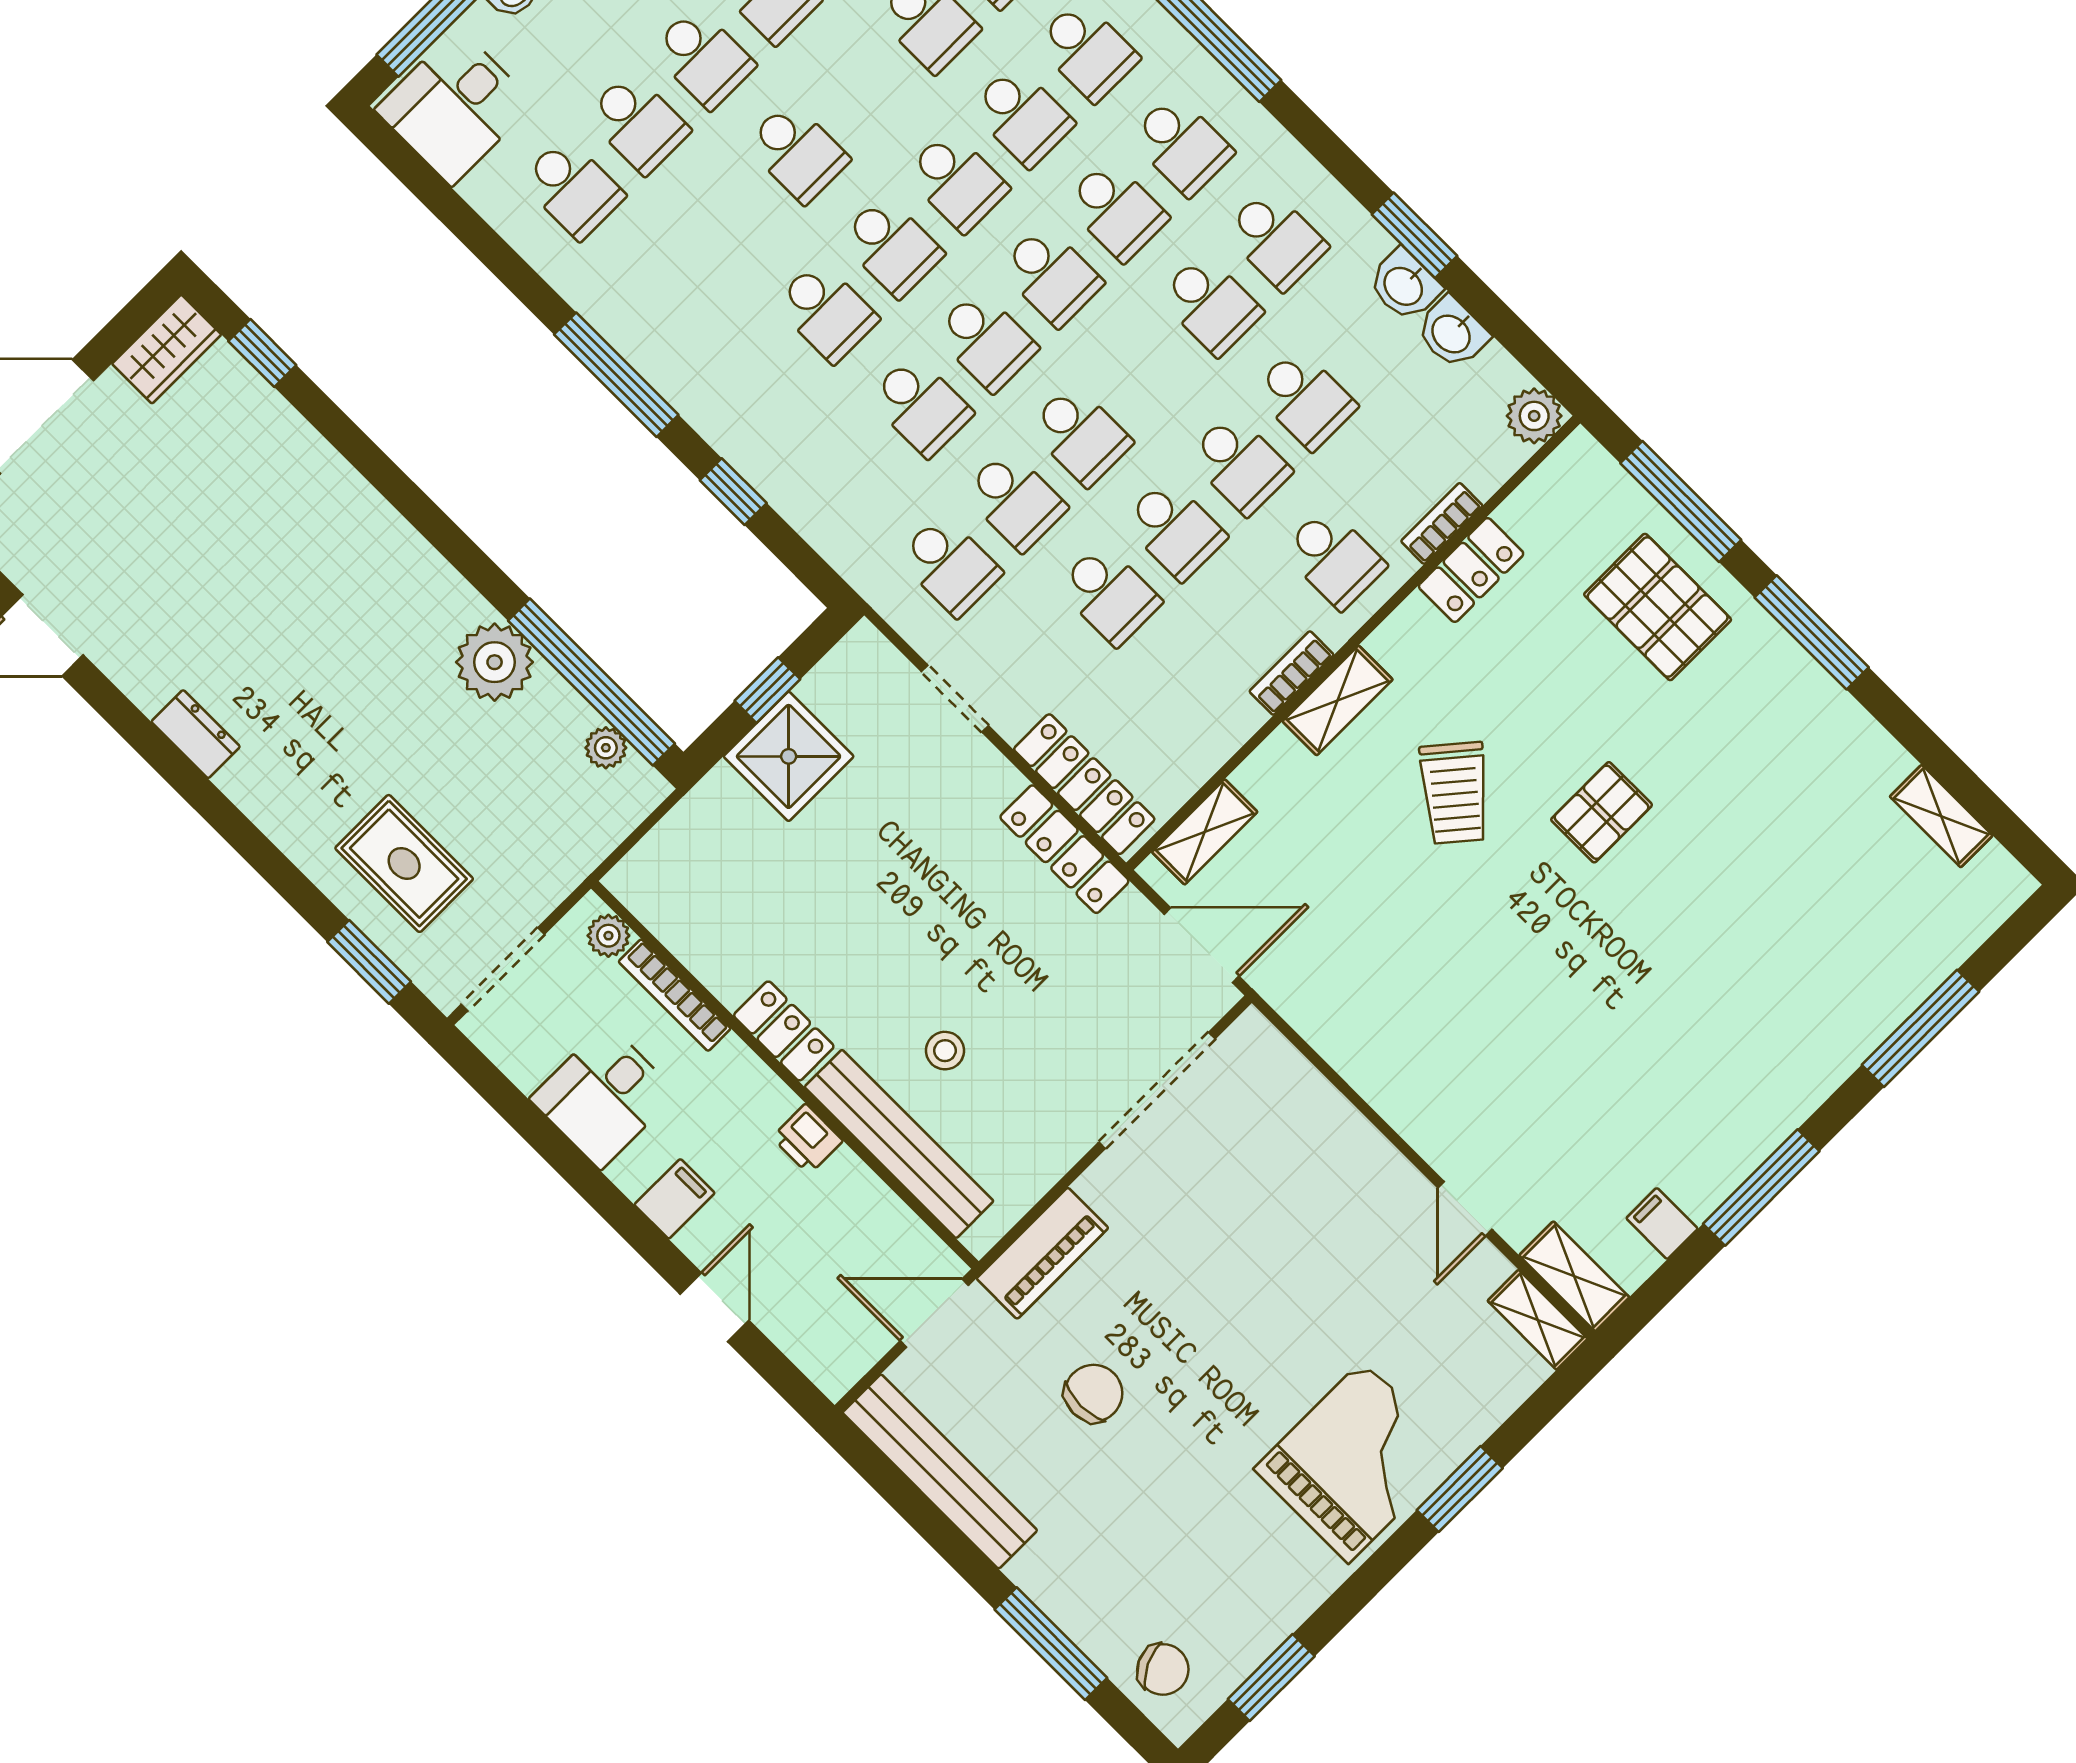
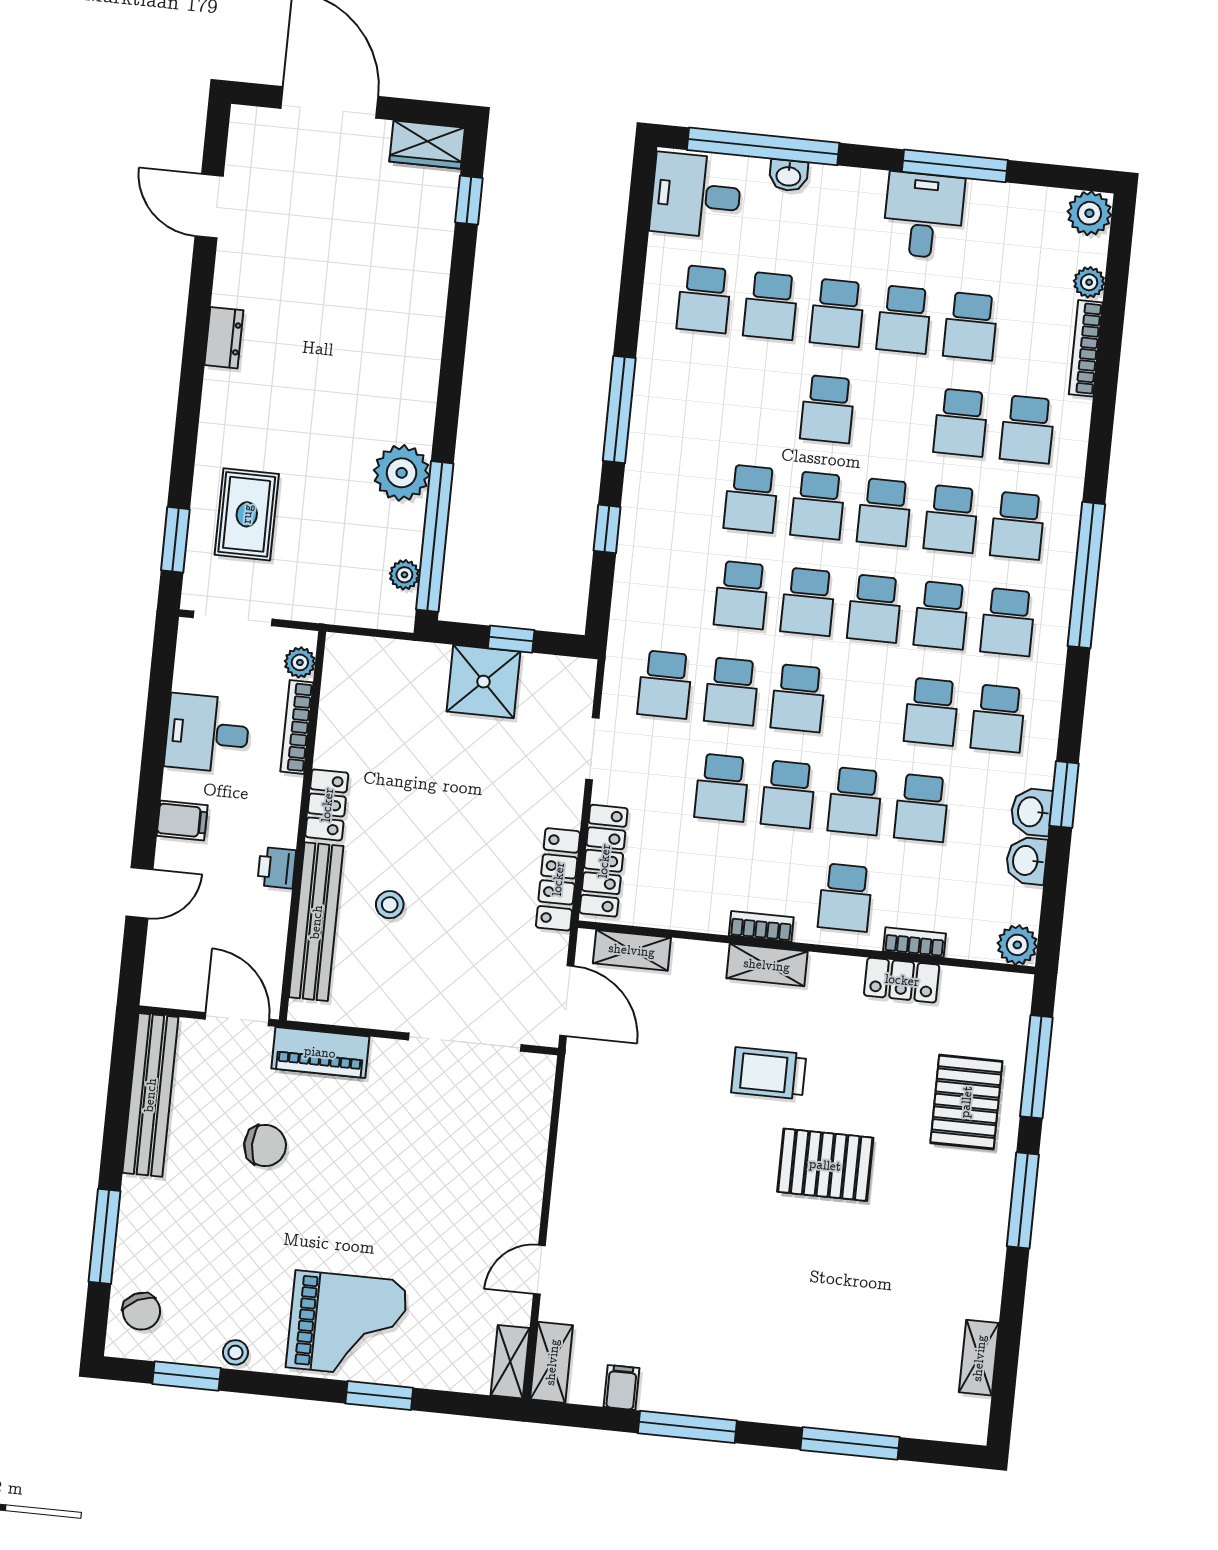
trolley: (1455, 793) -> (769, 1073), turned 50
pallet: (1602, 812) -> (825, 1165), width x1.50, depth x1.42
stool: (1289, 1605) -> (235, 1352), added

